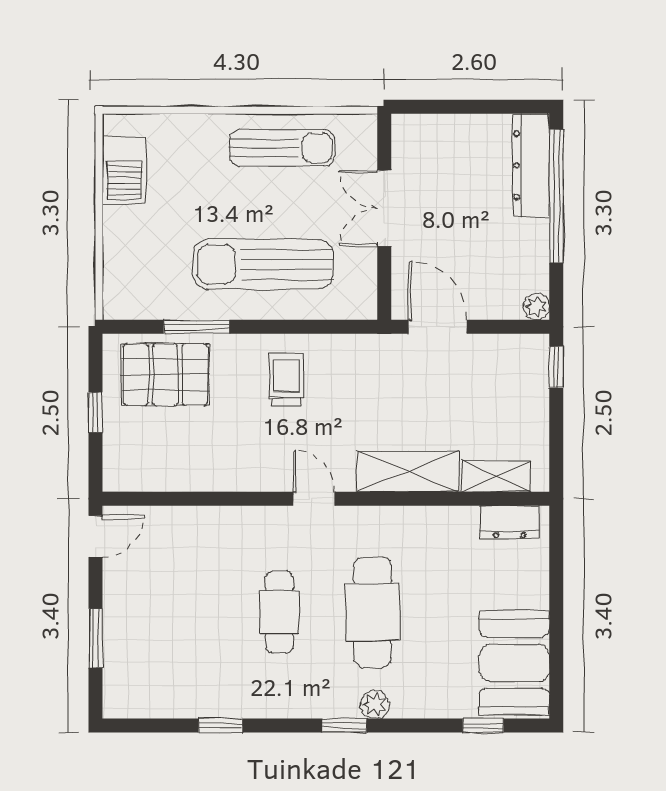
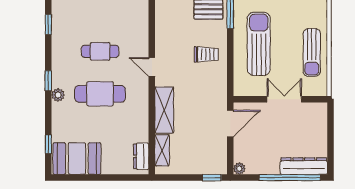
door: (314, 499) -> (152, 67), swing flipped

